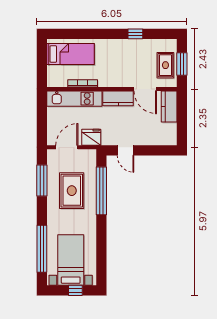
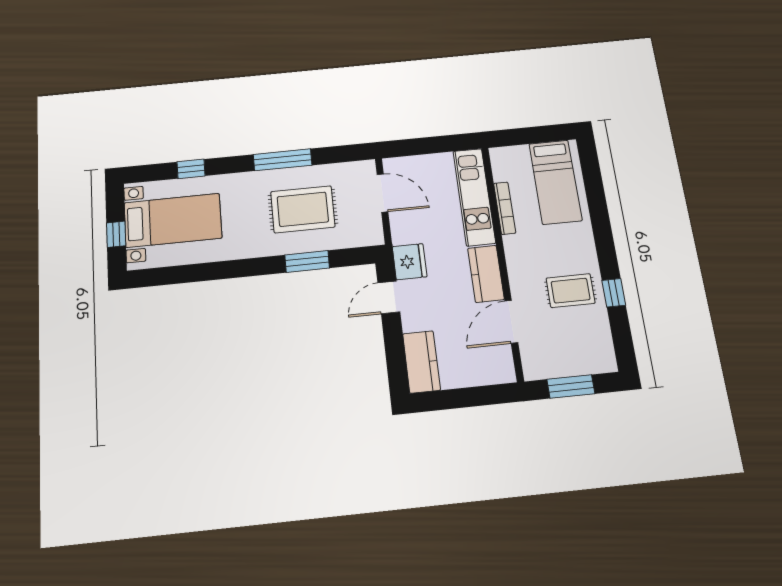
rug: (165, 65) -> (571, 291), moved
kitchen counter: (169, 106) -> (421, 362), moved, turned 90
fridge: (91, 137) -> (410, 262), moved
window: (42, 180) -> (283, 160), moved
window: (101, 191) -> (307, 261), width x0.47
window: (42, 249) -> (191, 169), width x0.32

